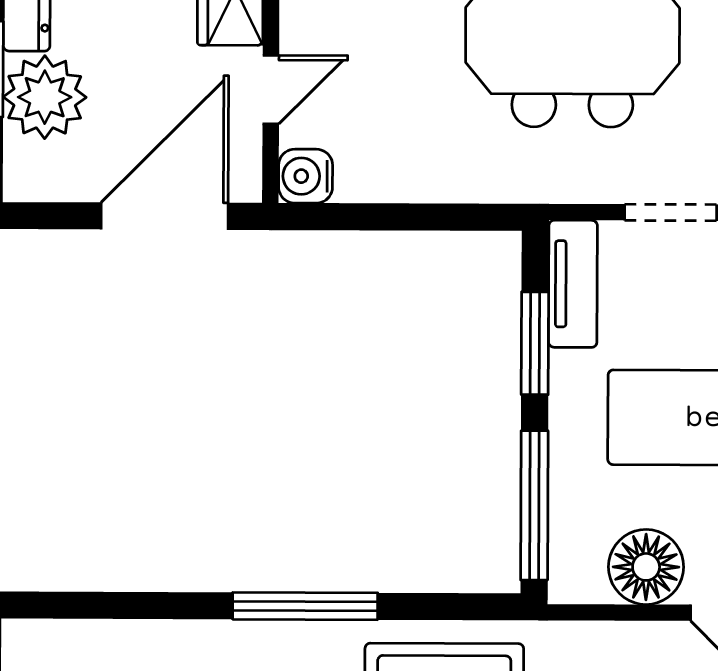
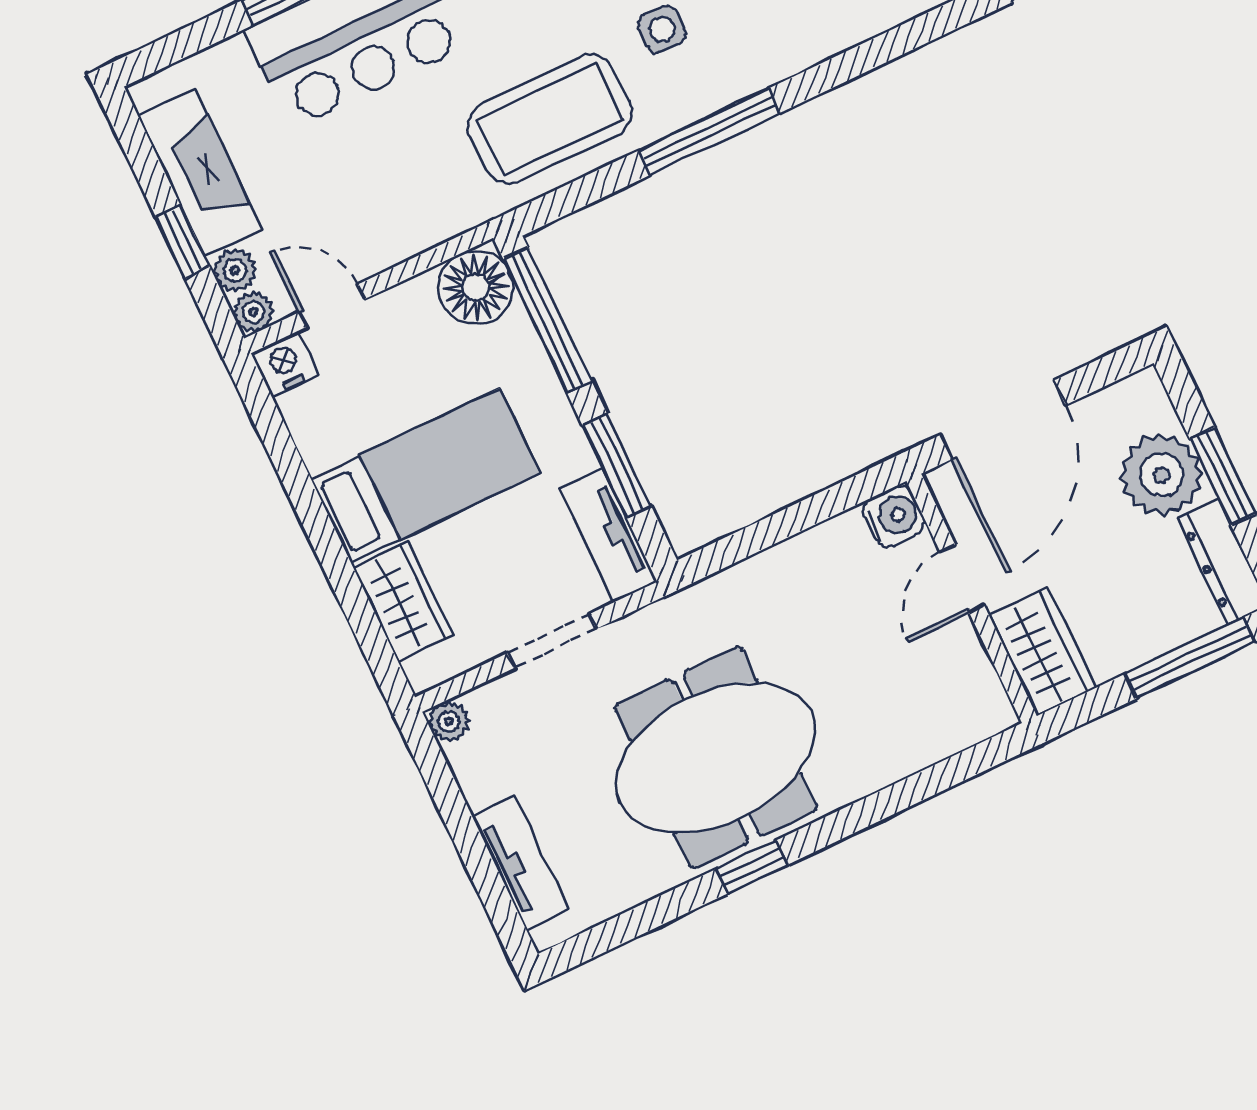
floor lamp: (646, 567) -> (476, 287), moved

